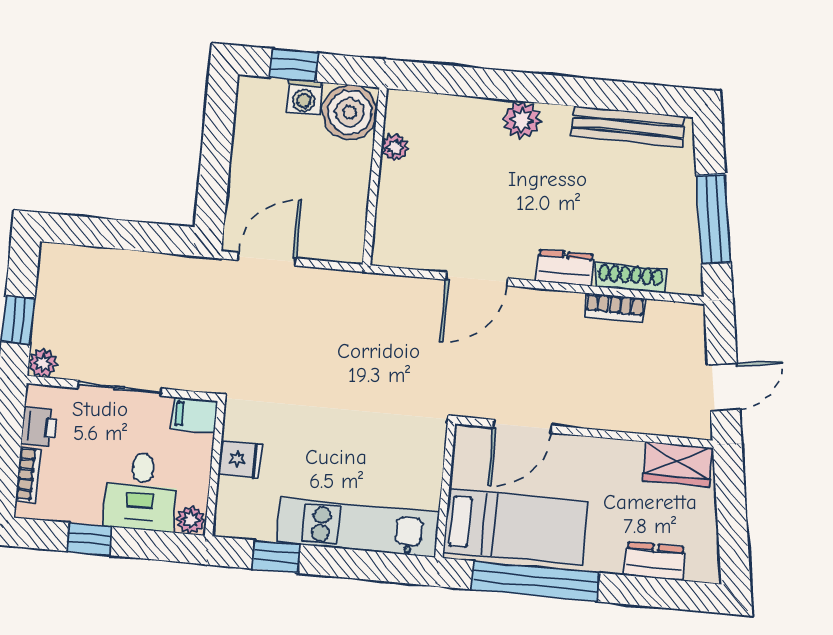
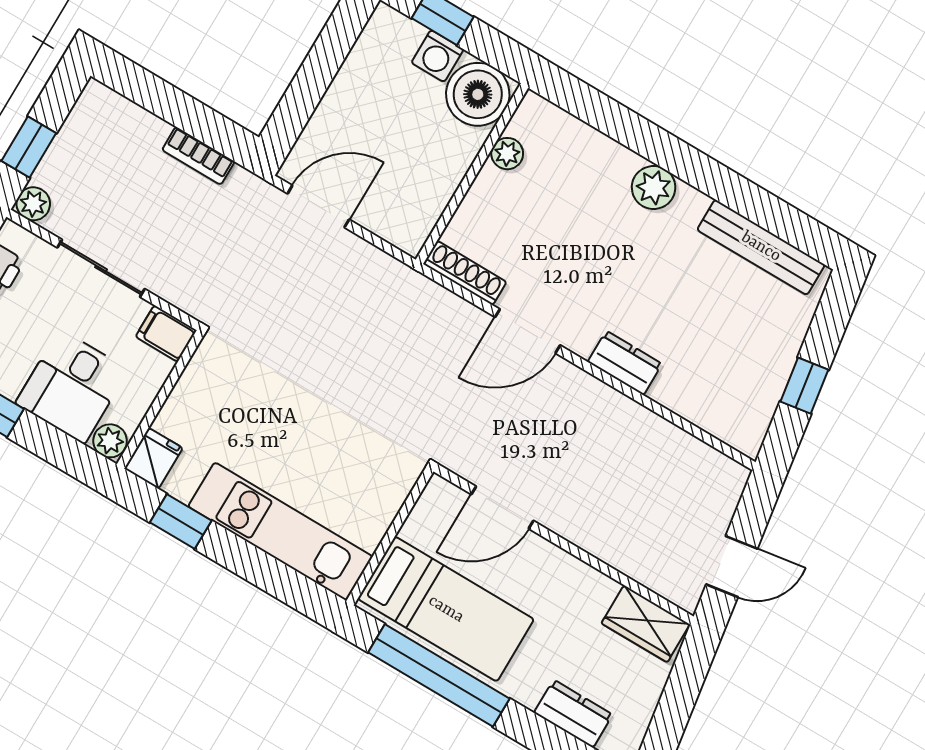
window: (713, 219) -> (804, 386), width x0.46
shoe rack: (630, 278) -> (465, 273), moved
bookcase: (615, 308) -> (198, 156), moved
fridge: (240, 459) -> (153, 458), moved, turned -90

